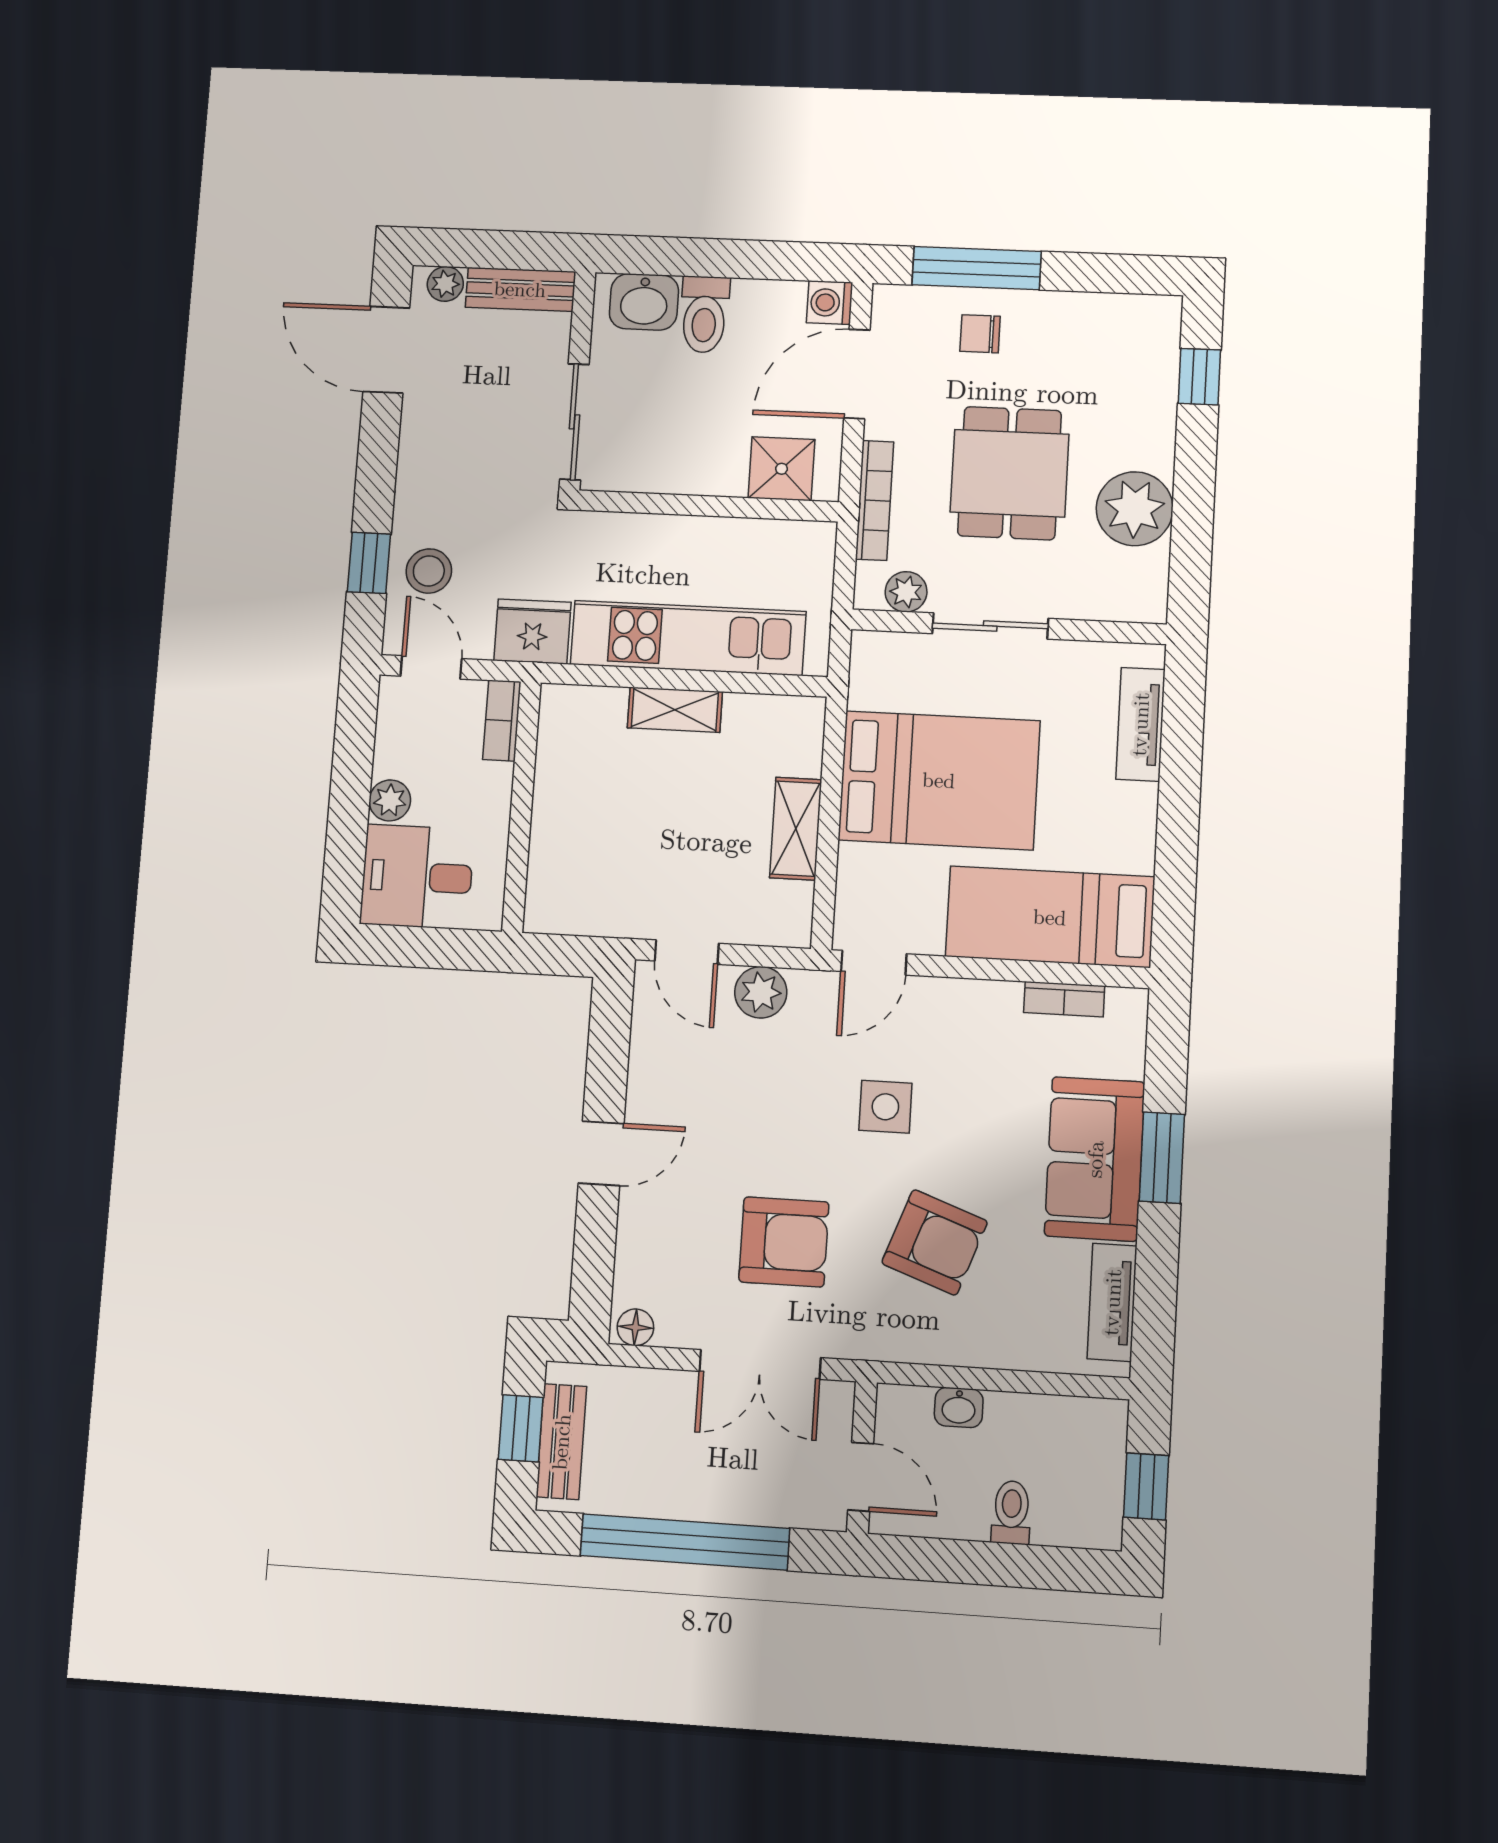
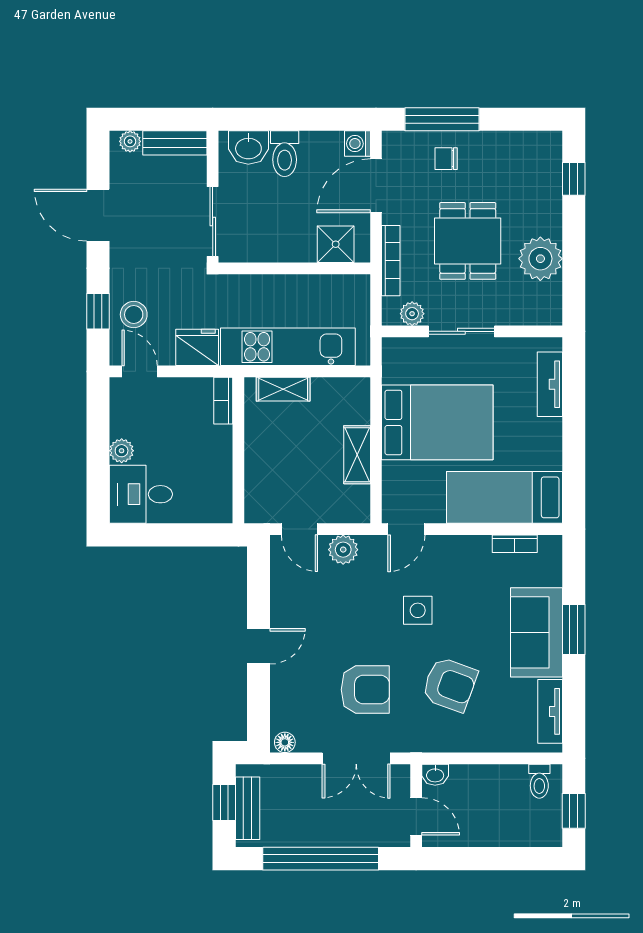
door: (386, 350) -> (98, 215), moved
bookcase: (502, 721) -> (223, 401), moved
wall: (521, 807) -> (238, 450), moved
washbasin: (959, 1407) -> (435, 775), moved
toilet: (1011, 1512) -> (539, 781), moved, turned 180

